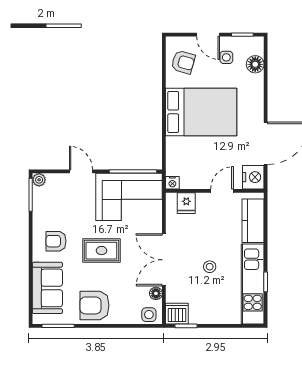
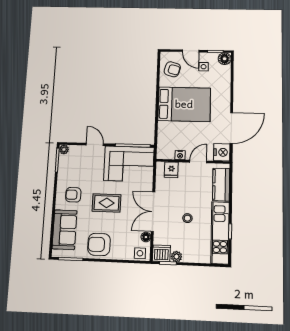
floor lamp: (255, 64) -> (225, 59), moved
nightstand: (172, 183) -> (180, 155), moved
plant: (197, 317) -> (176, 257), added

